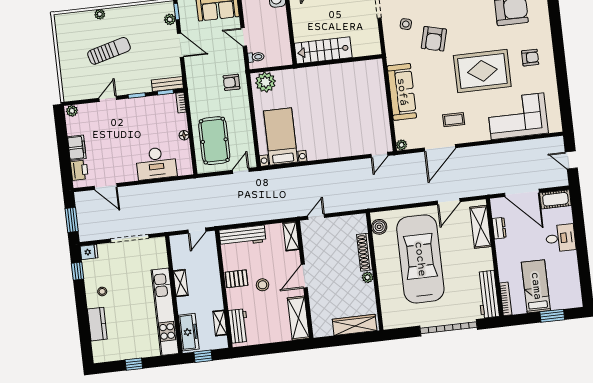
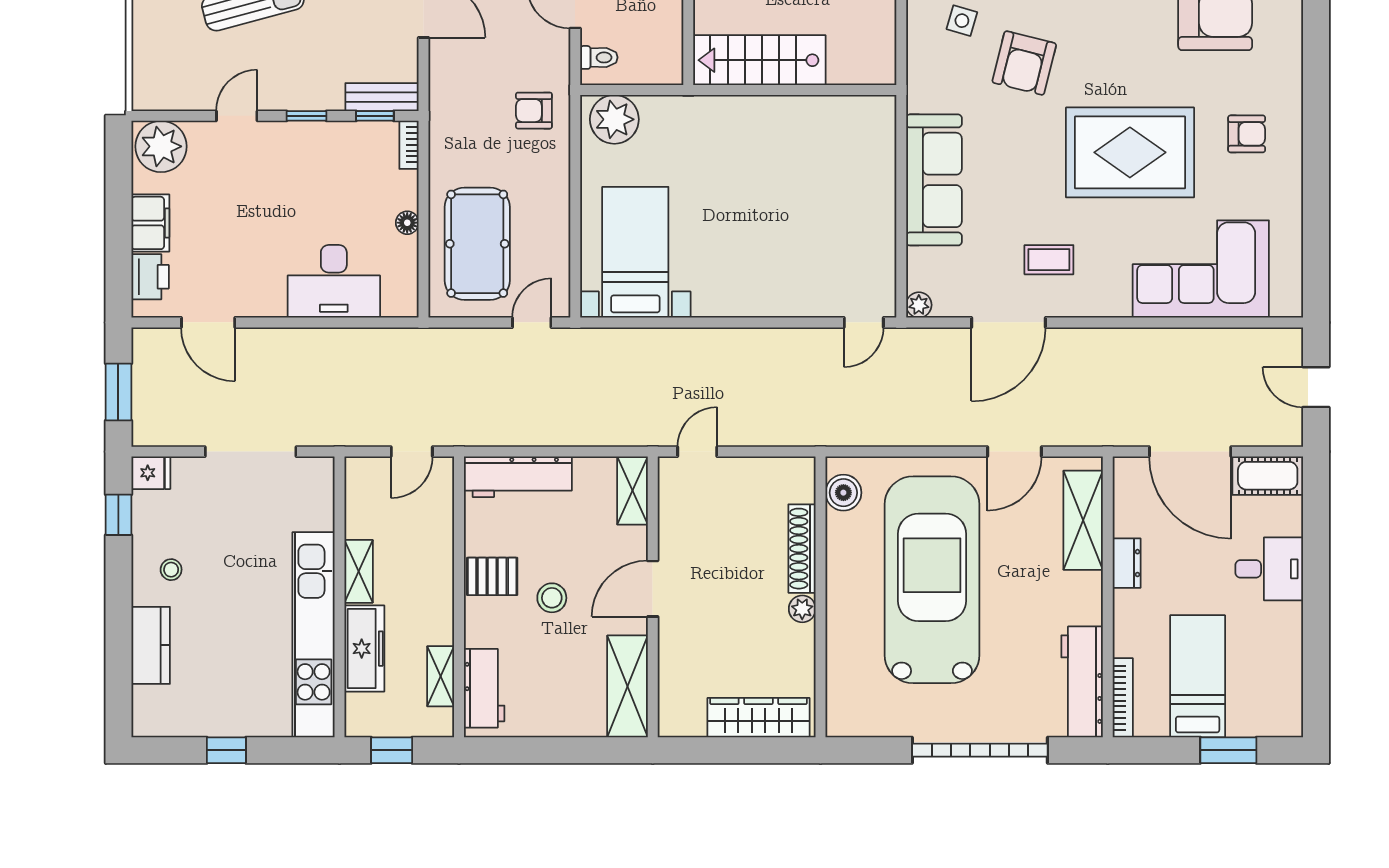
plant: (72, 111) -> (161, 146), width x1.88, depth x1.88
dresser: (499, 228) -> (1127, 563), moved
freezer: (189, 332) -> (364, 649), moved

